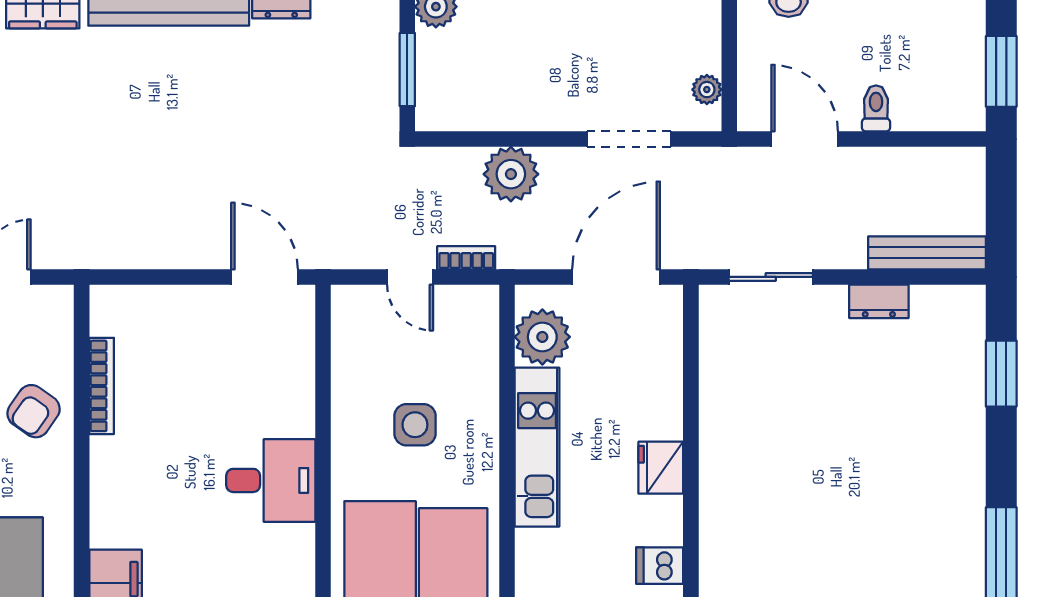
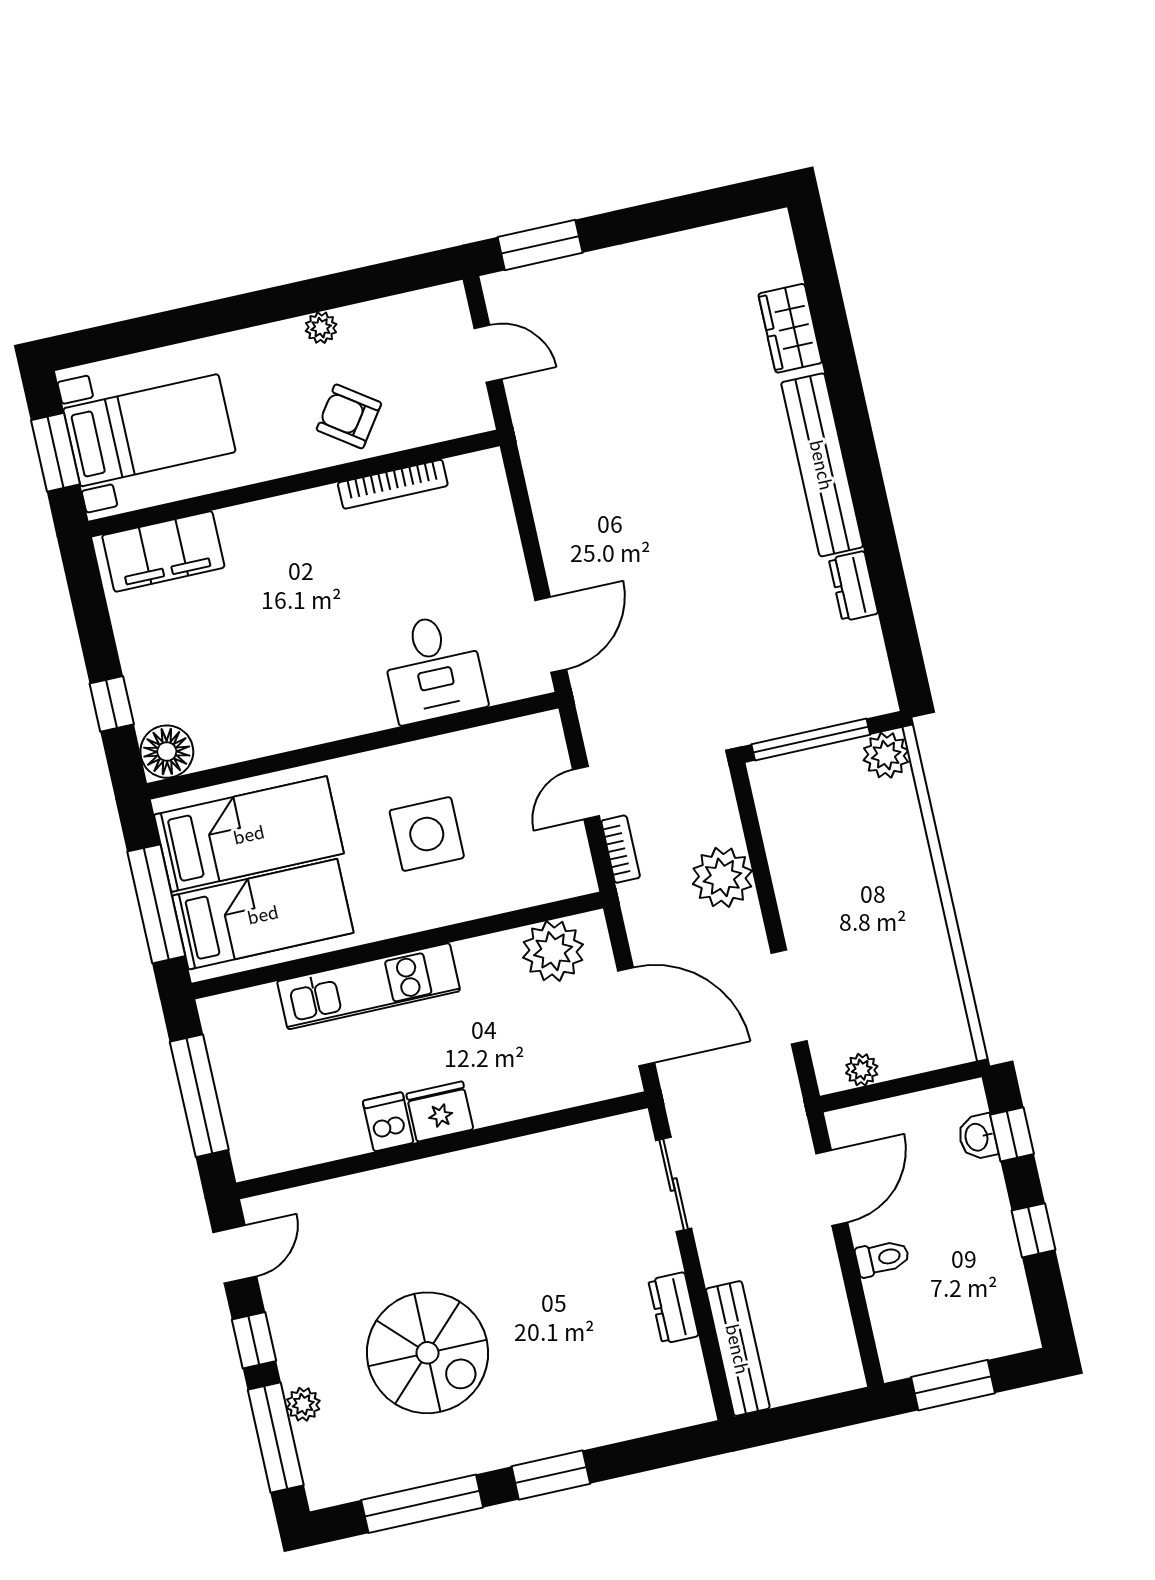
window: (407, 70) -> (811, 739), width x1.44
window: (1001, 374) -> (551, 1475), moved
side table: (415, 425) -> (427, 834), width x1.37, depth x1.37
kitchen unit: (537, 447) -> (369, 986), moved
desk: (271, 480) -> (434, 668), moved
spiral stairs: (870, 526) -> (427, 1353), added
dishwasher: (660, 566) -> (388, 1122), moved

